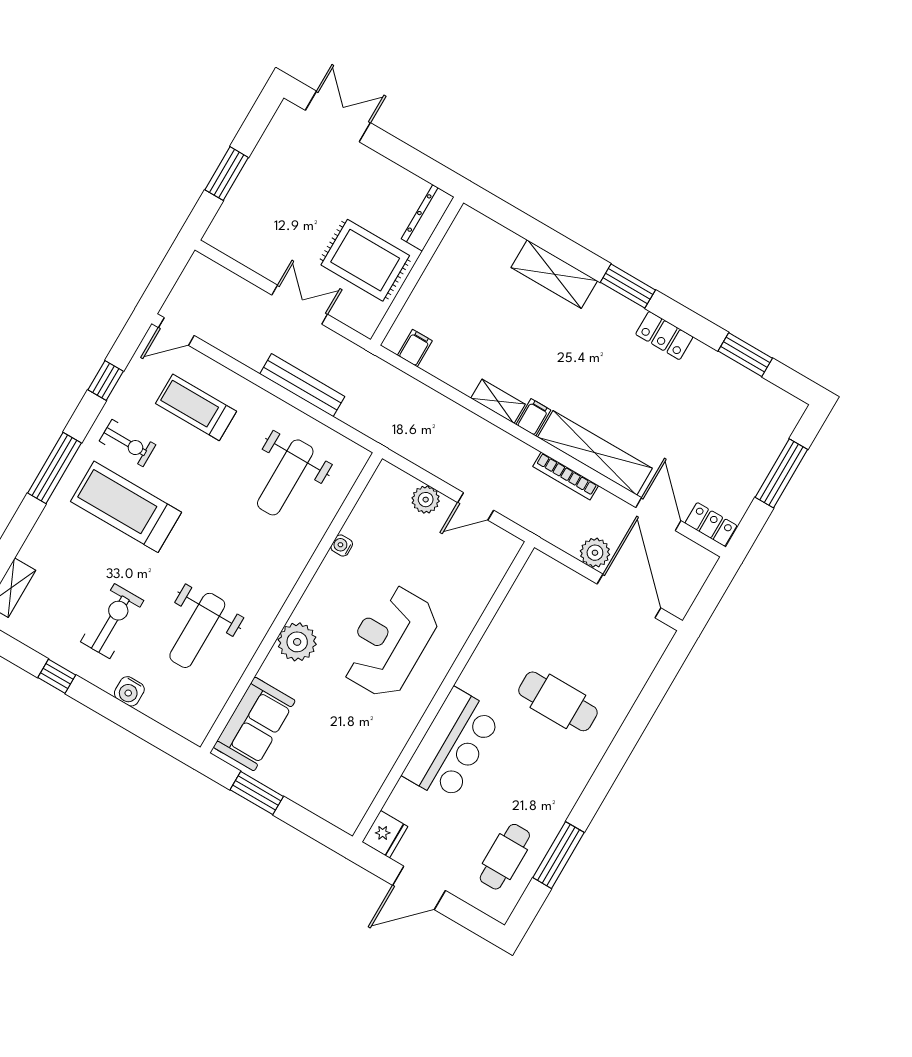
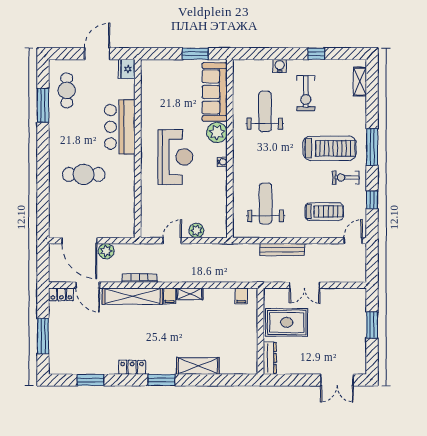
water cooler: (342, 546) -> (222, 162), moved
sofa: (254, 724) -> (215, 92), width x1.36

